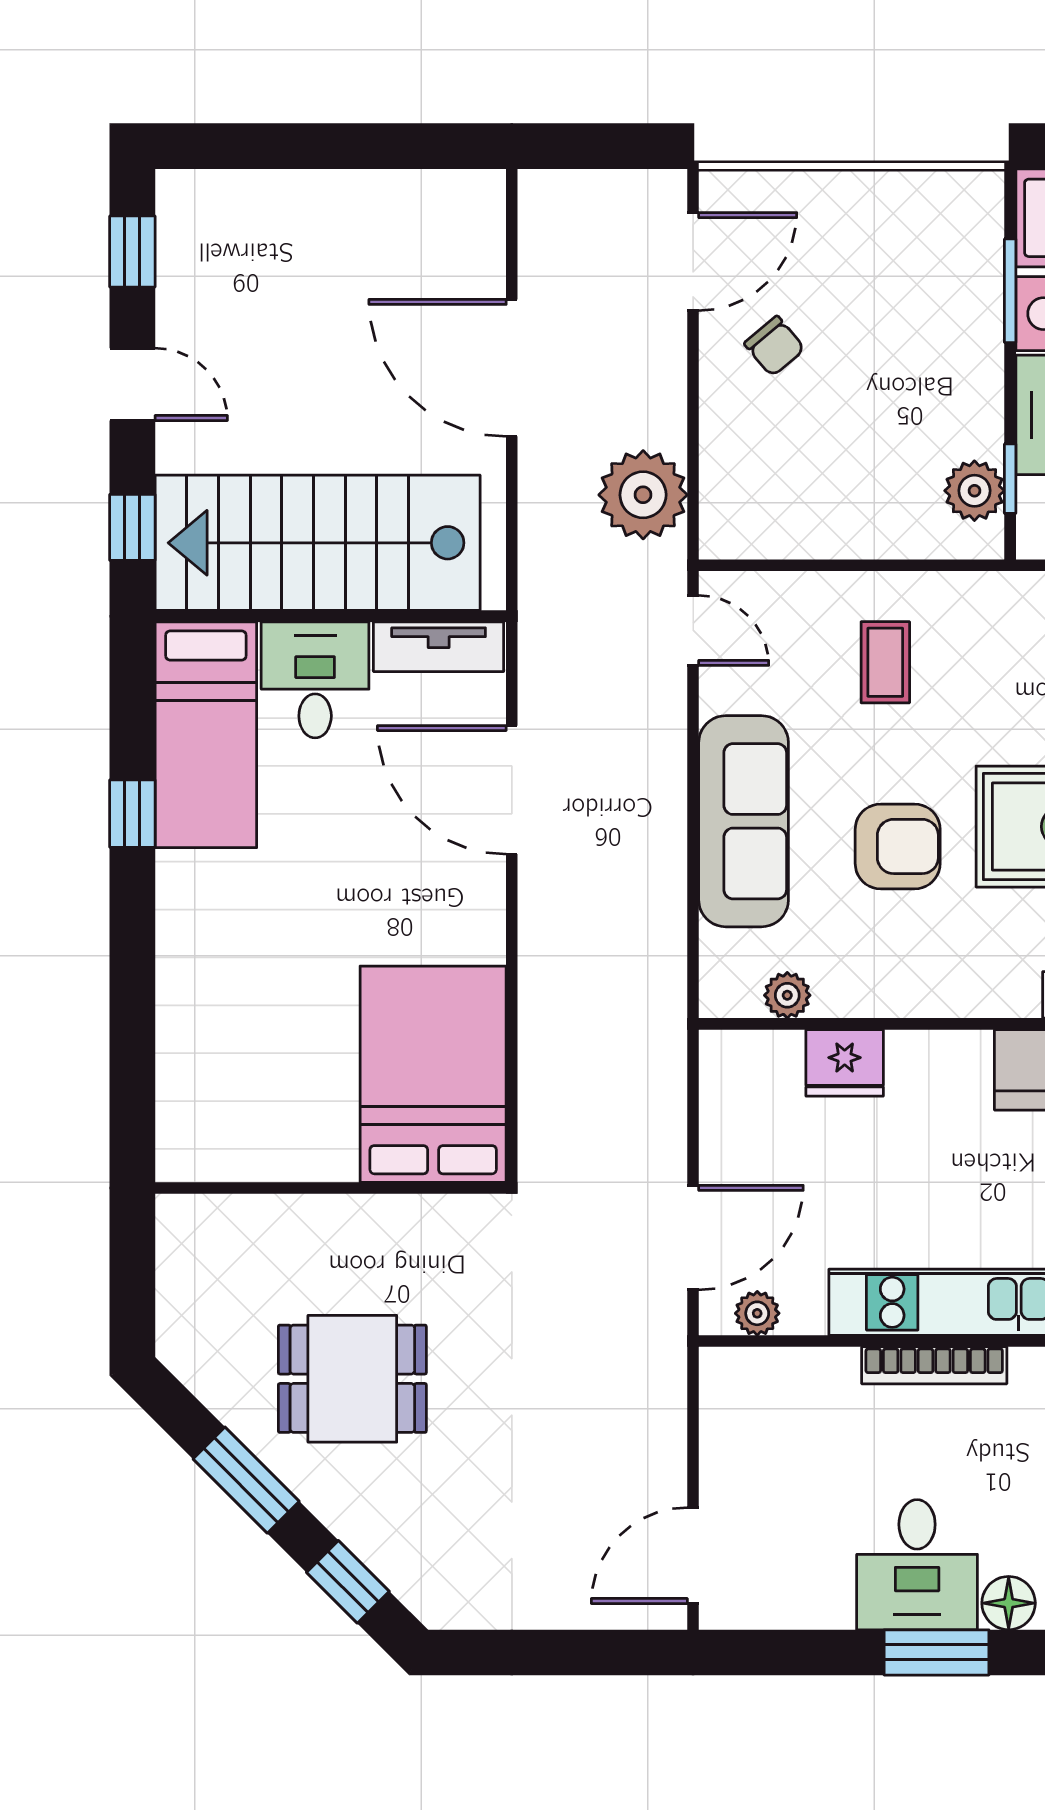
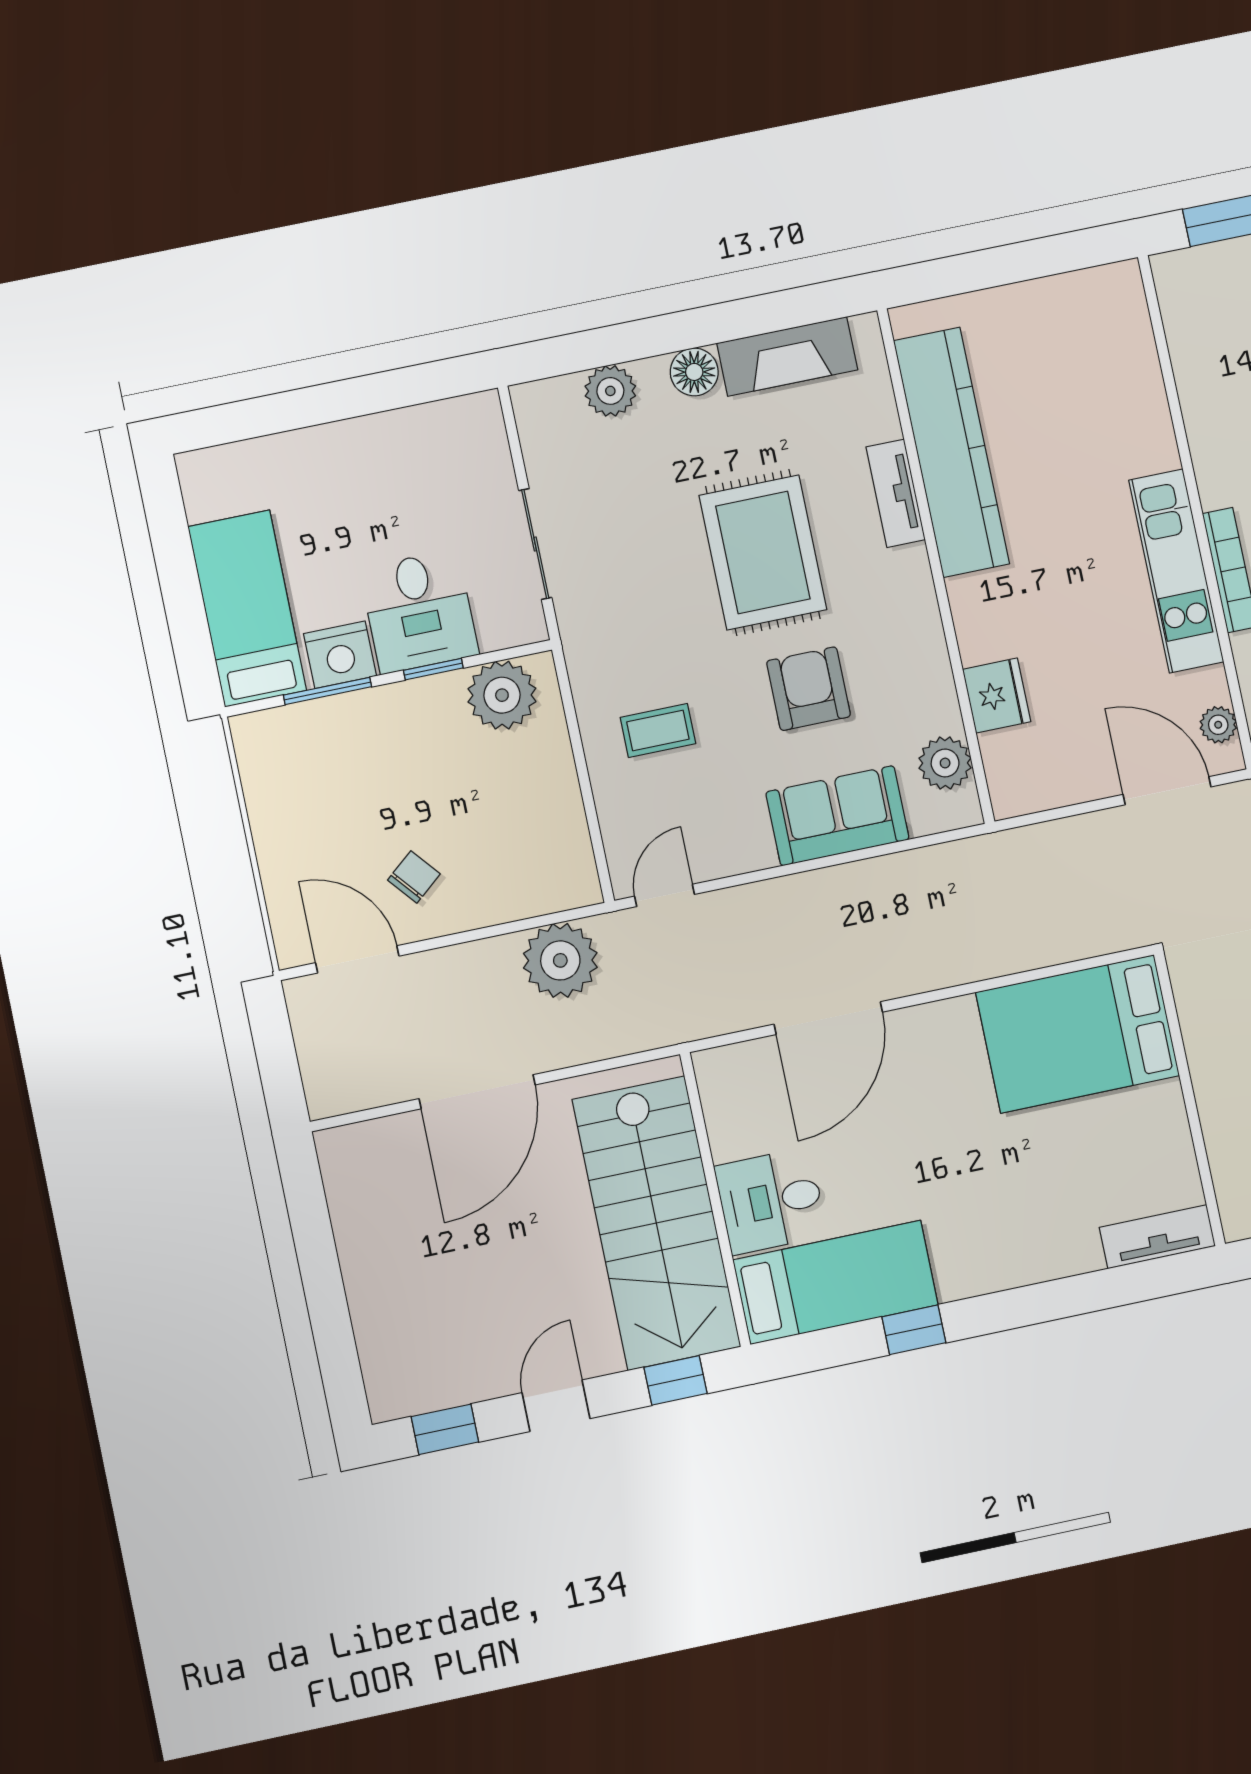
window: (1010, 479) -> (433, 669), moved
plant: (974, 491) -> (502, 695), width x1.36, depth x1.36
tv unit: (439, 647) -> (1157, 1237), moved, turned -90
sofa: (744, 821) -> (837, 816), width x0.73
plant: (787, 995) -> (945, 763), width x1.38, depth x1.38

